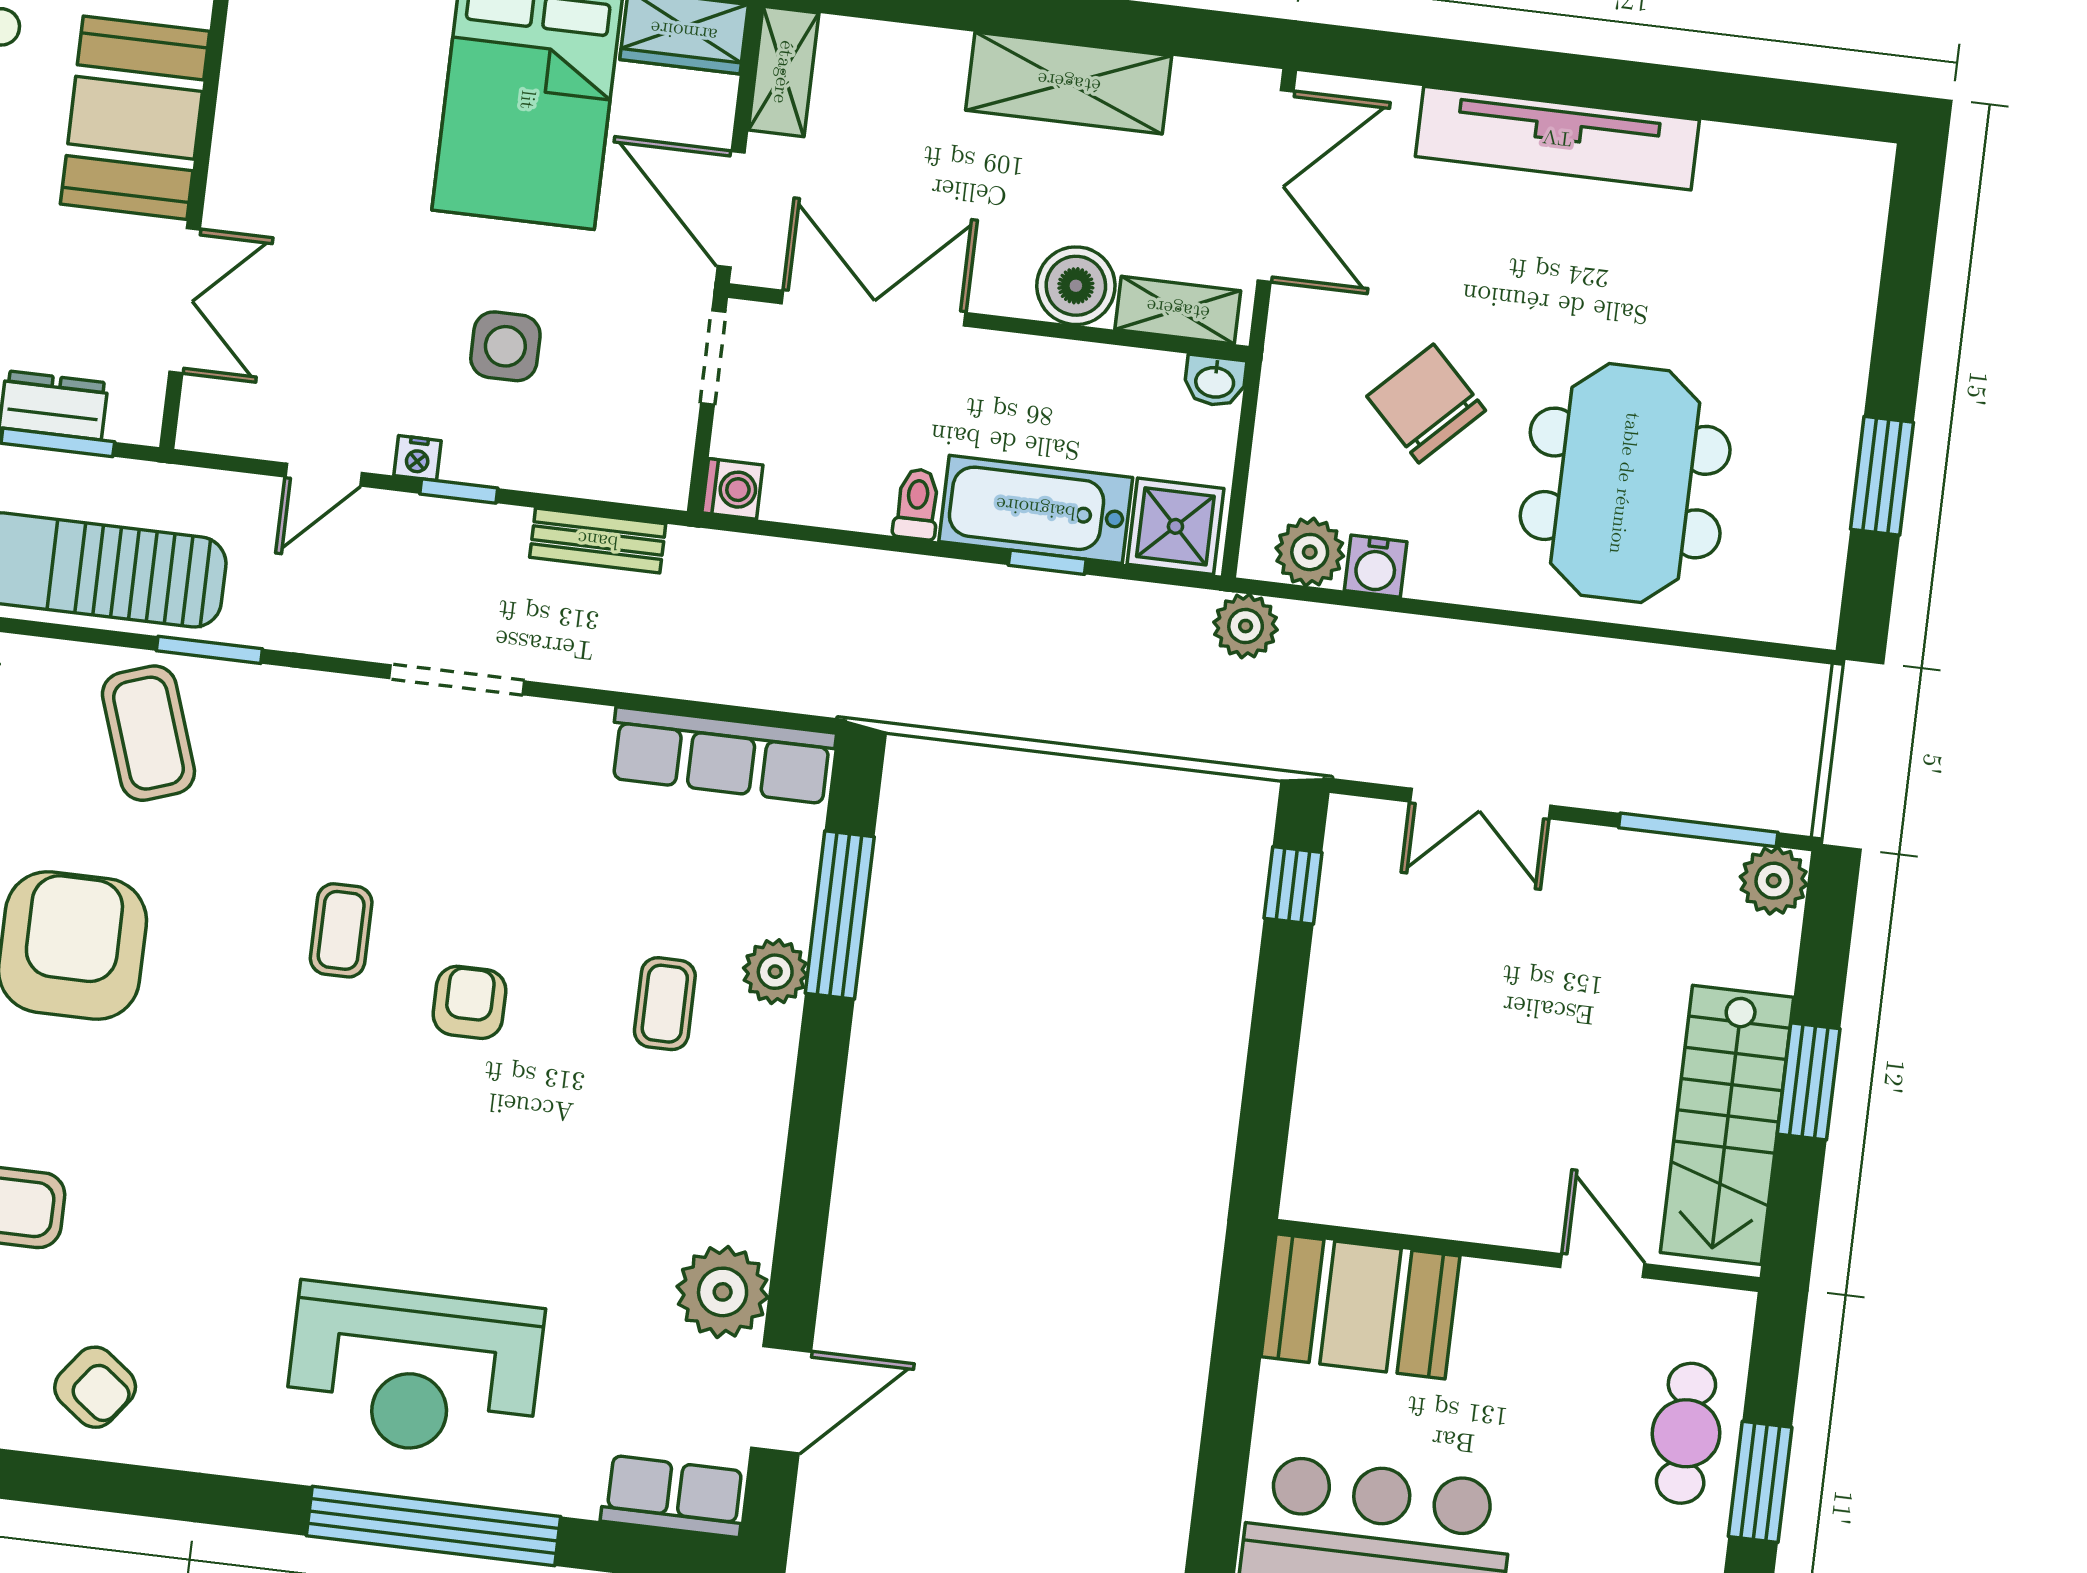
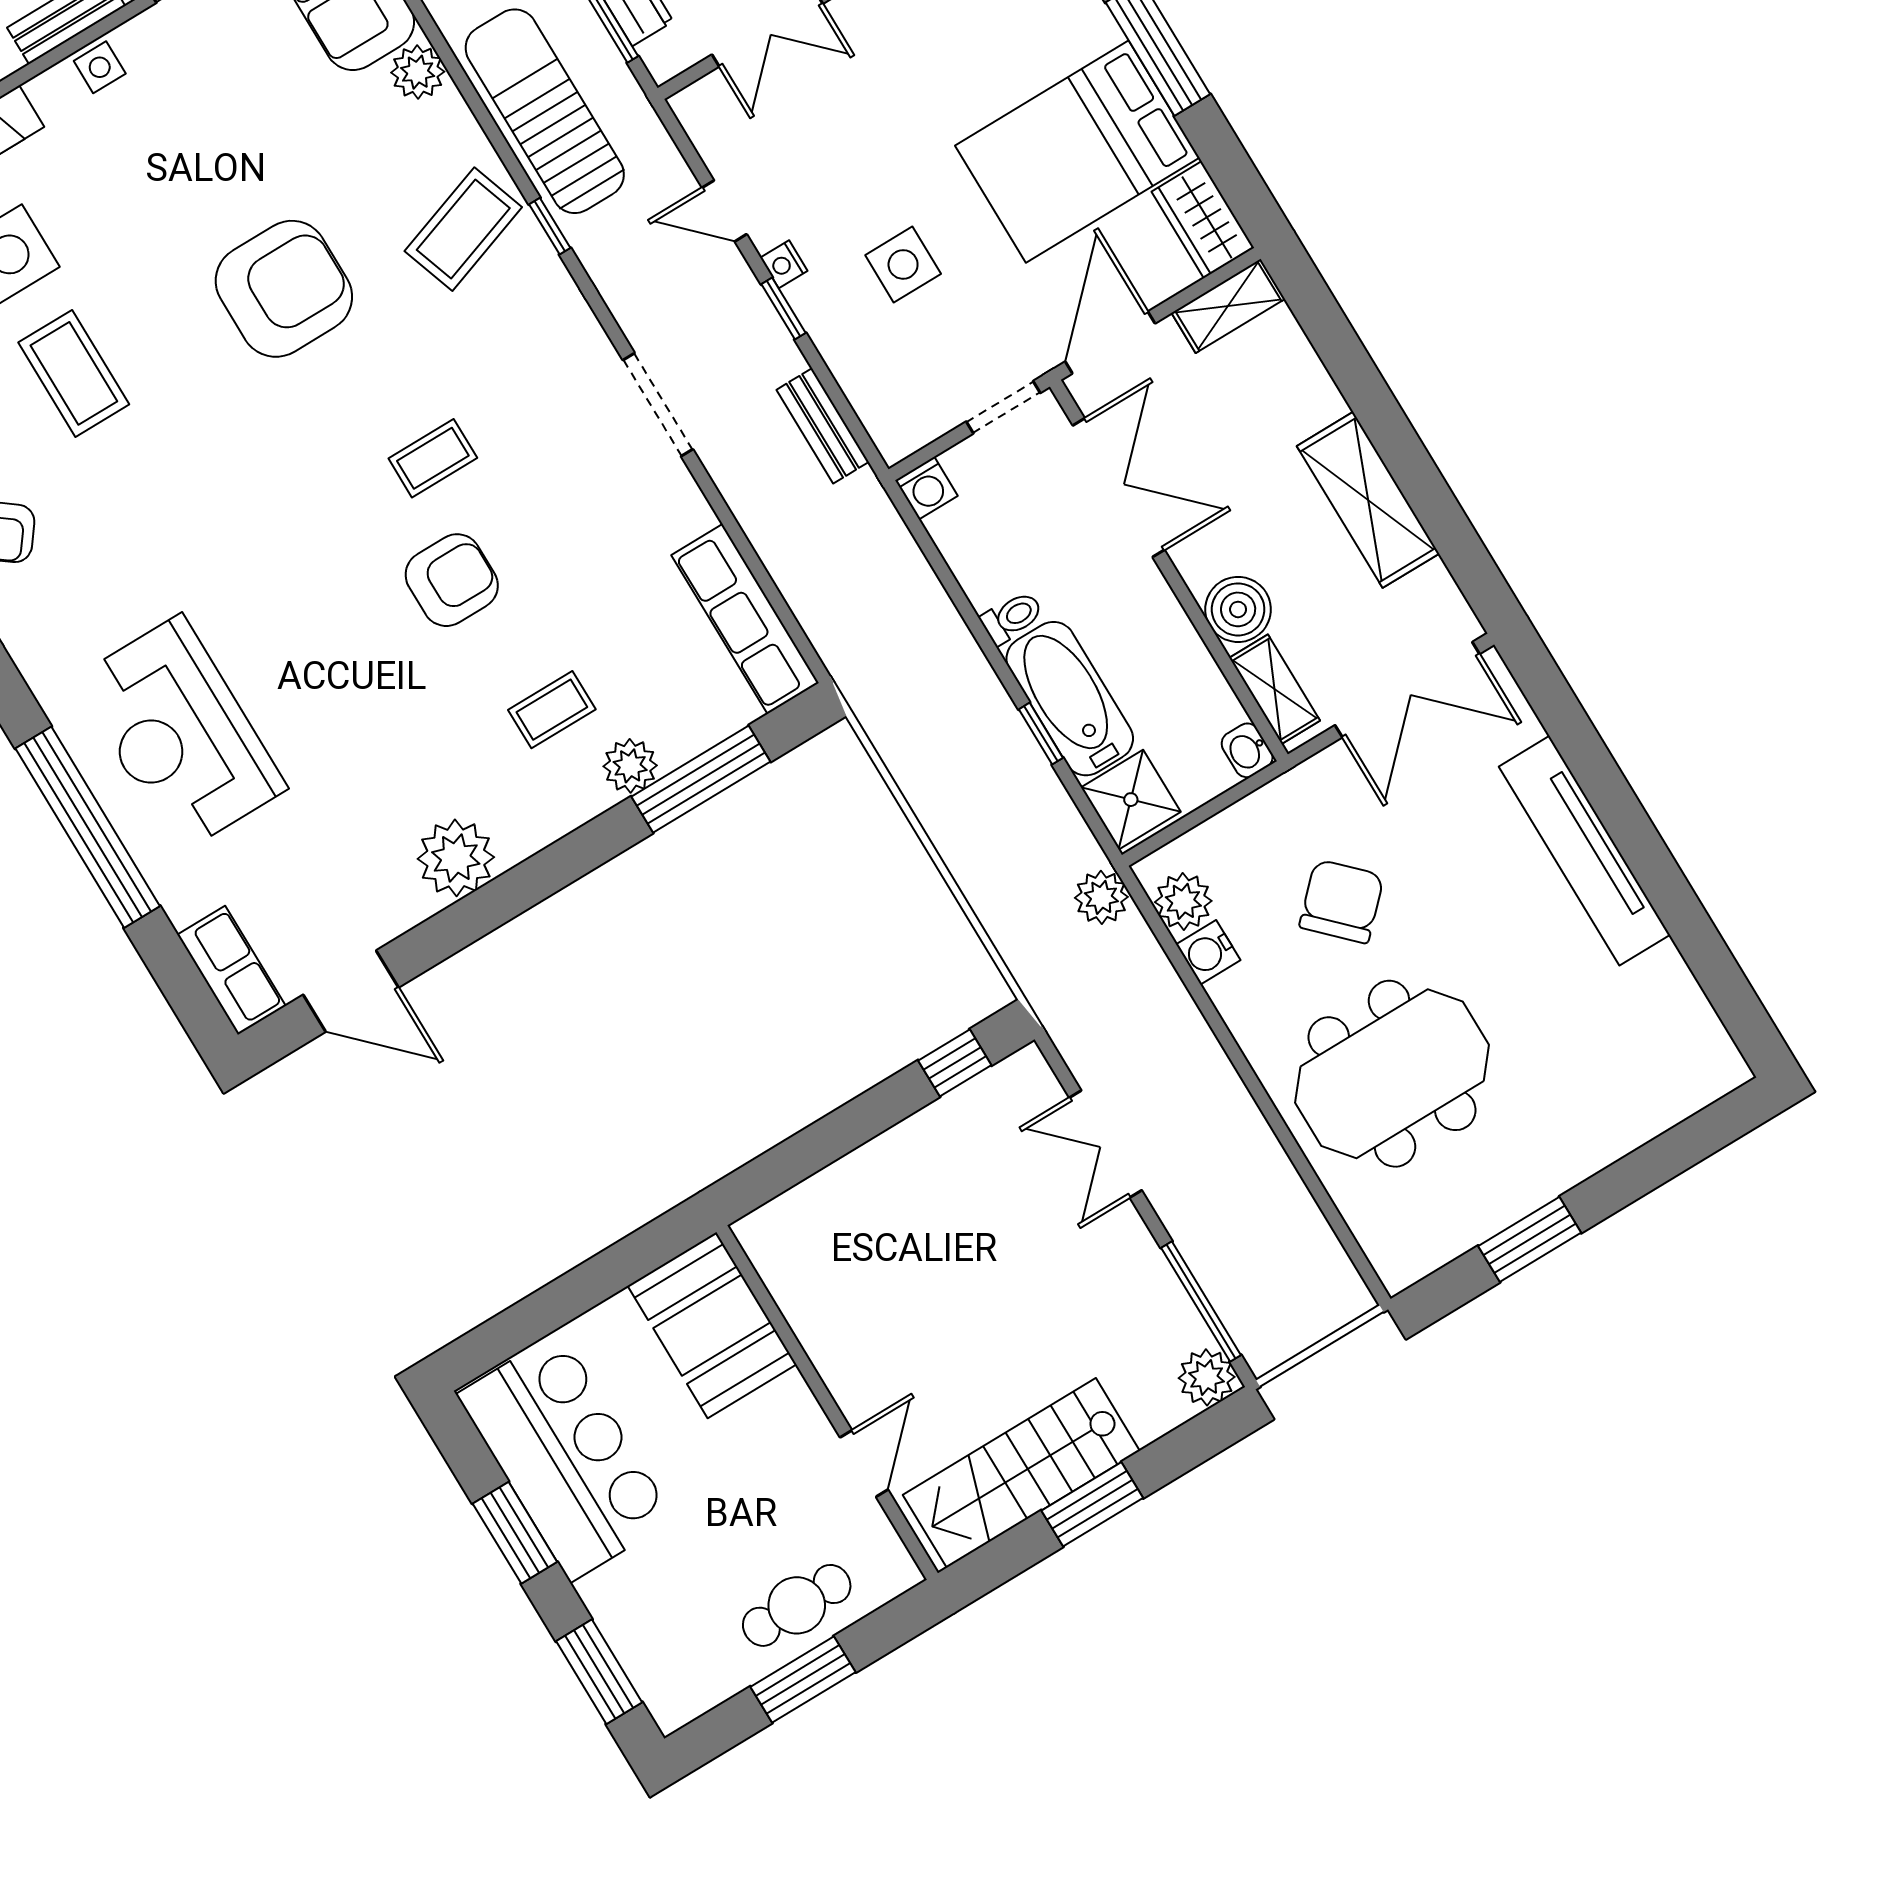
window: (209, 650) -> (550, 226), width x0.67
armchair: (469, 1002) -> (452, 580), width x1.38, depth x1.38
plant: (723, 1292) -> (456, 858), moved

